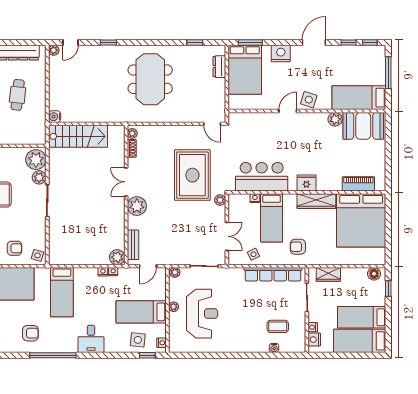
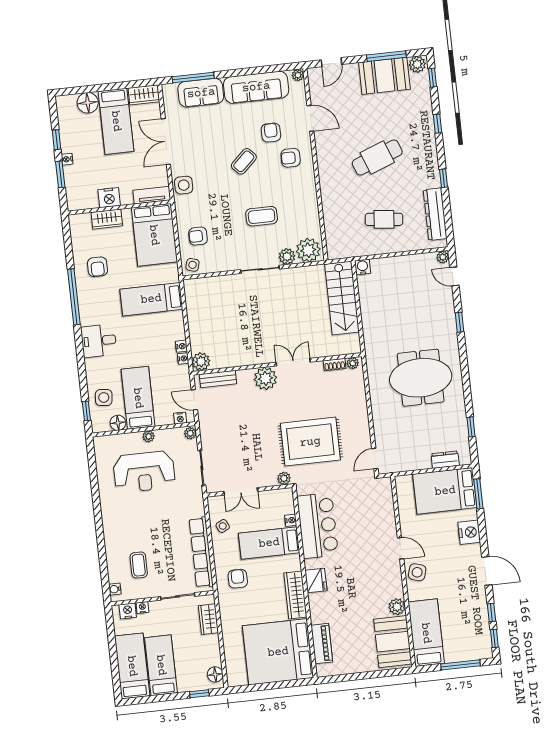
armchair: (14, 248) -> (198, 236), turned 90
floor lamp: (160, 331) -> (118, 423), added
nightstand: (161, 343) -> (180, 418), moved
water cooler: (274, 348) -> (115, 589), moved

